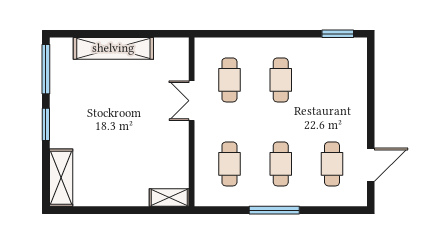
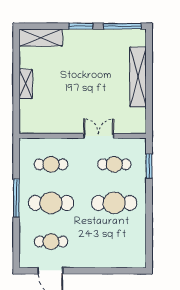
window: (338, 34) -> (149, 166), moved
cafe table: (281, 80) -> (114, 203), width x1.37, depth x1.35
cafe table: (281, 164) -> (51, 203), width x1.37, depth x1.35
shelving: (169, 198) -> (26, 84), moved

